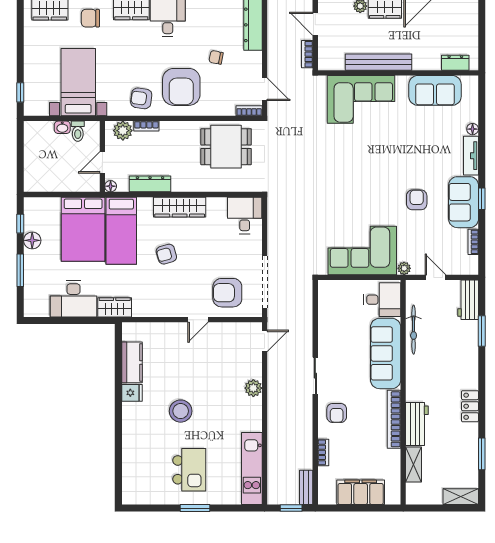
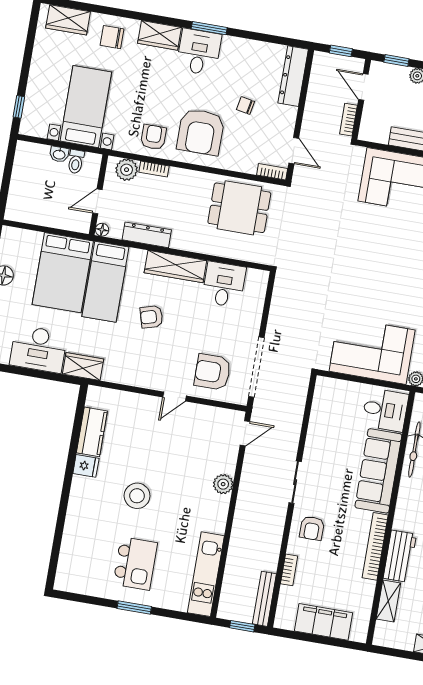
armchair: (141, 98) -> (153, 137), turned 82
desk: (245, 215) -> (224, 285), moved
bench: (306, 487) -> (264, 599), width x1.36

